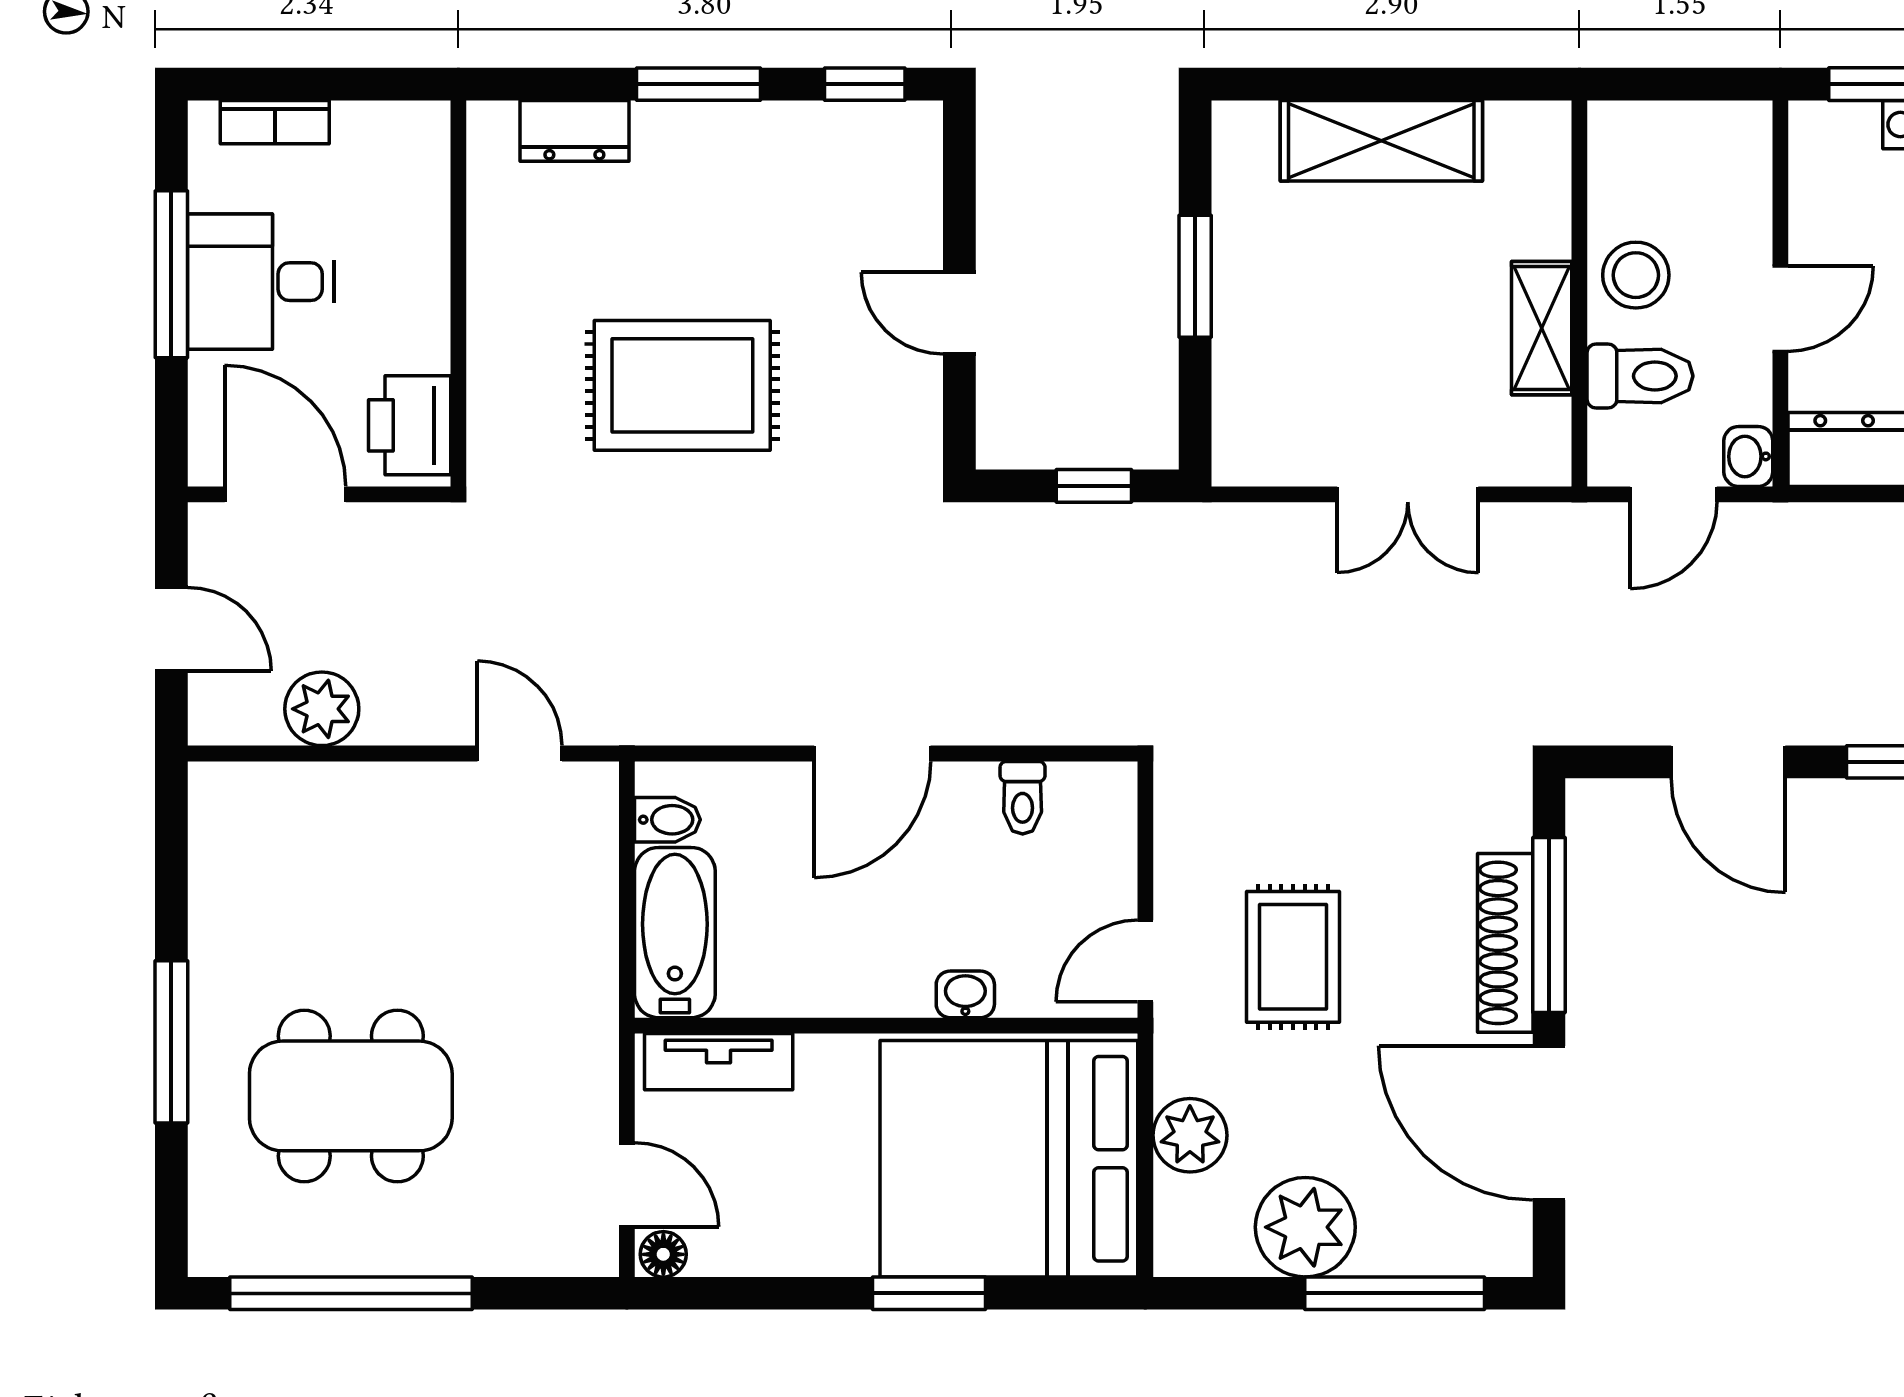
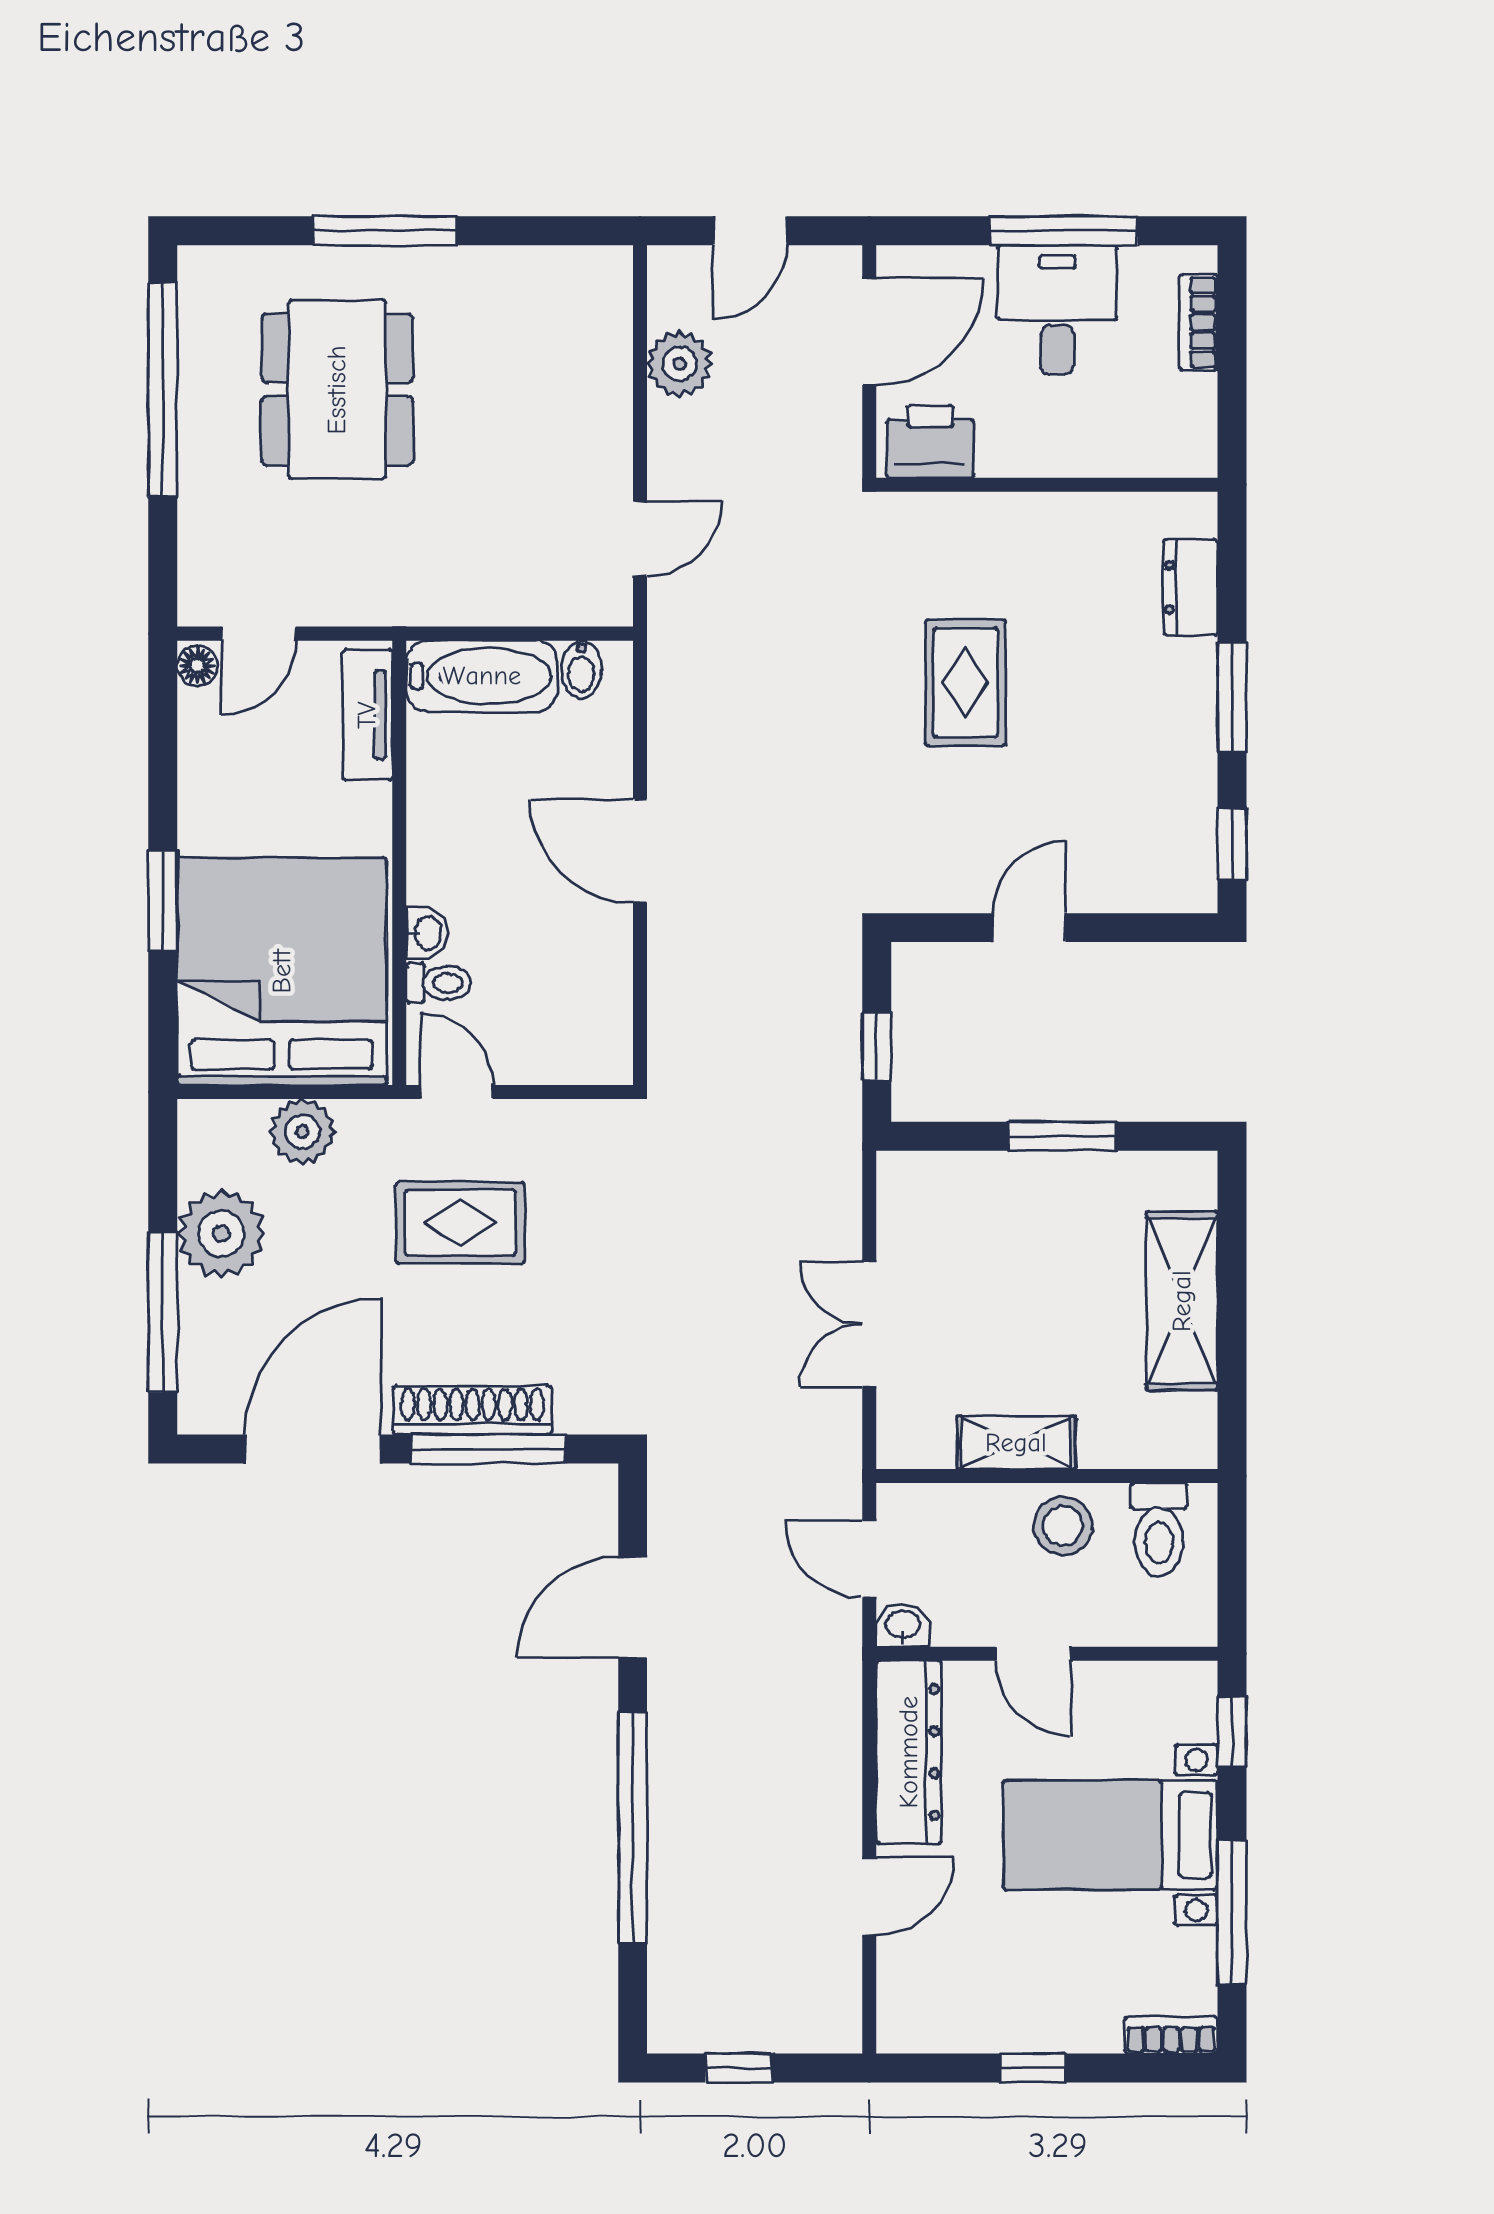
toilet: (1640, 376) -> (1159, 1530), moved
rug: (682, 385) -> (966, 683), width x0.73, depth x0.70
toilet: (1023, 798) -> (438, 983), moved, turned 180

